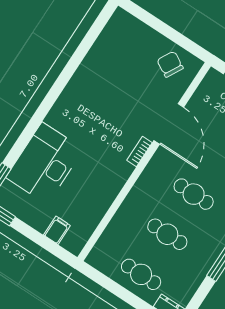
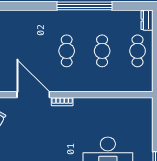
door: (169, 124) -> (33, 95), hinge flipped
filing cabinet: (57, 230) -> (144, 121), removed

